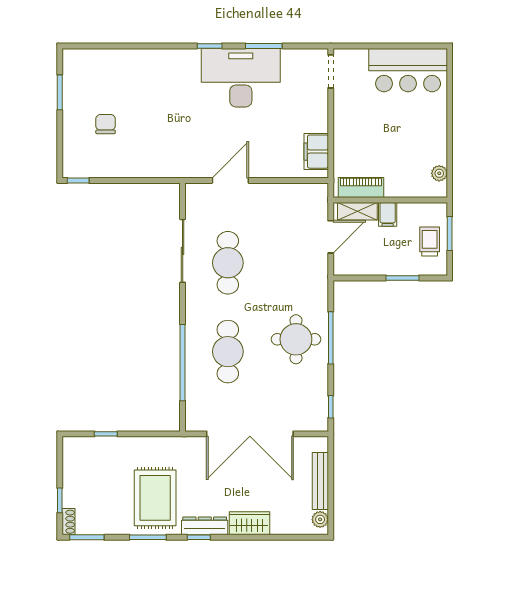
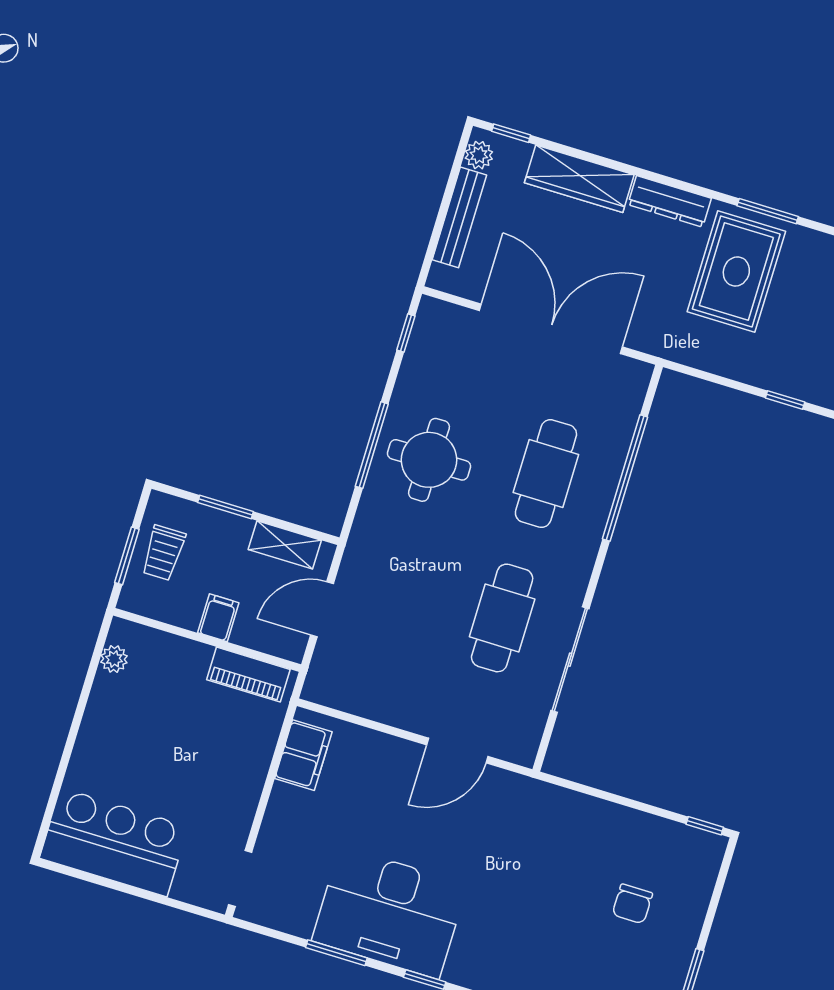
shelving: (357, 211) -> (285, 545), moved
wardrobe: (249, 523) -> (579, 179), width x1.50
window: (199, 537) -> (511, 133), moved

